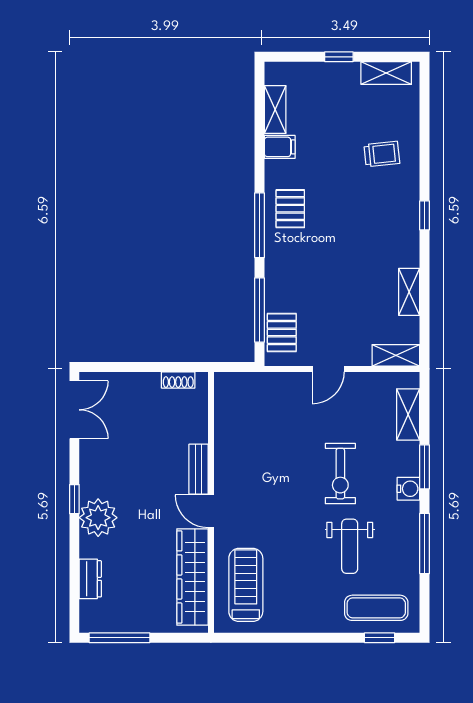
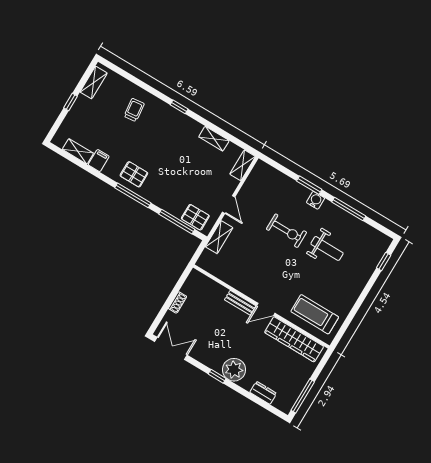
shoe rack: (178, 380) -> (177, 302), moved
shelving: (408, 414) -> (219, 237), moved, turned 90
exercise mat: (376, 608) -> (367, 254), removed

